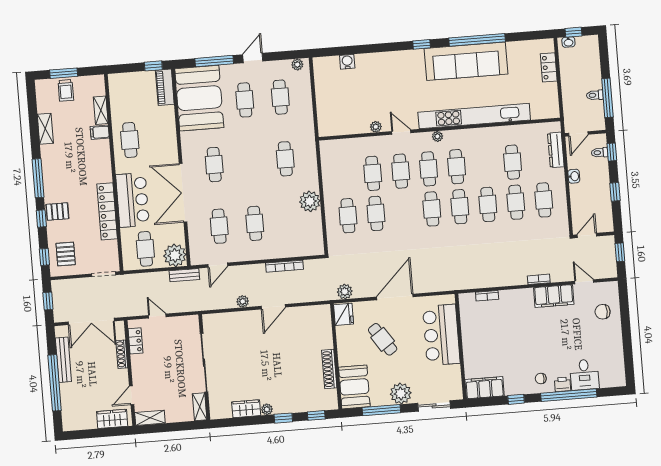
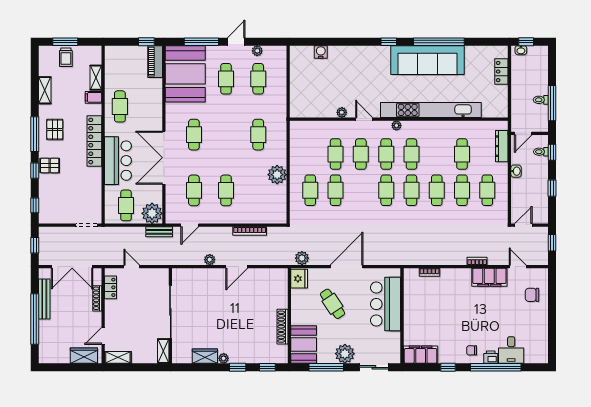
plant: (297, 65) -> (257, 51), moved
locker: (107, 211) -> (94, 141), moved
pallet: (66, 254) -> (55, 129), moved

